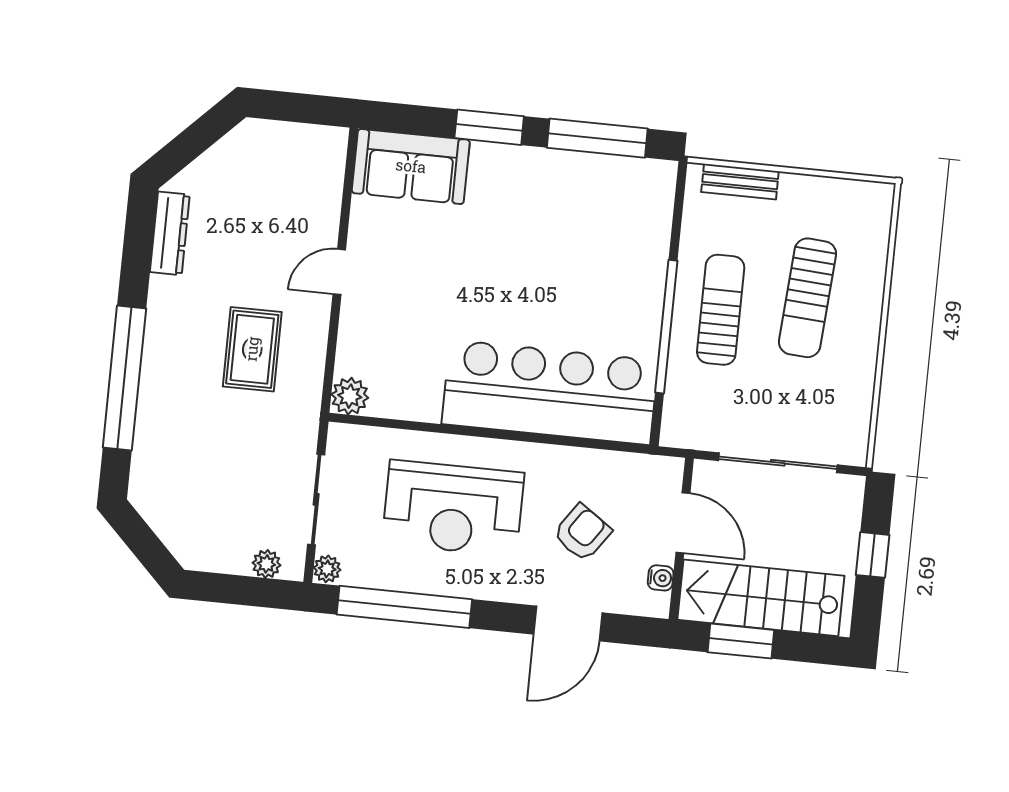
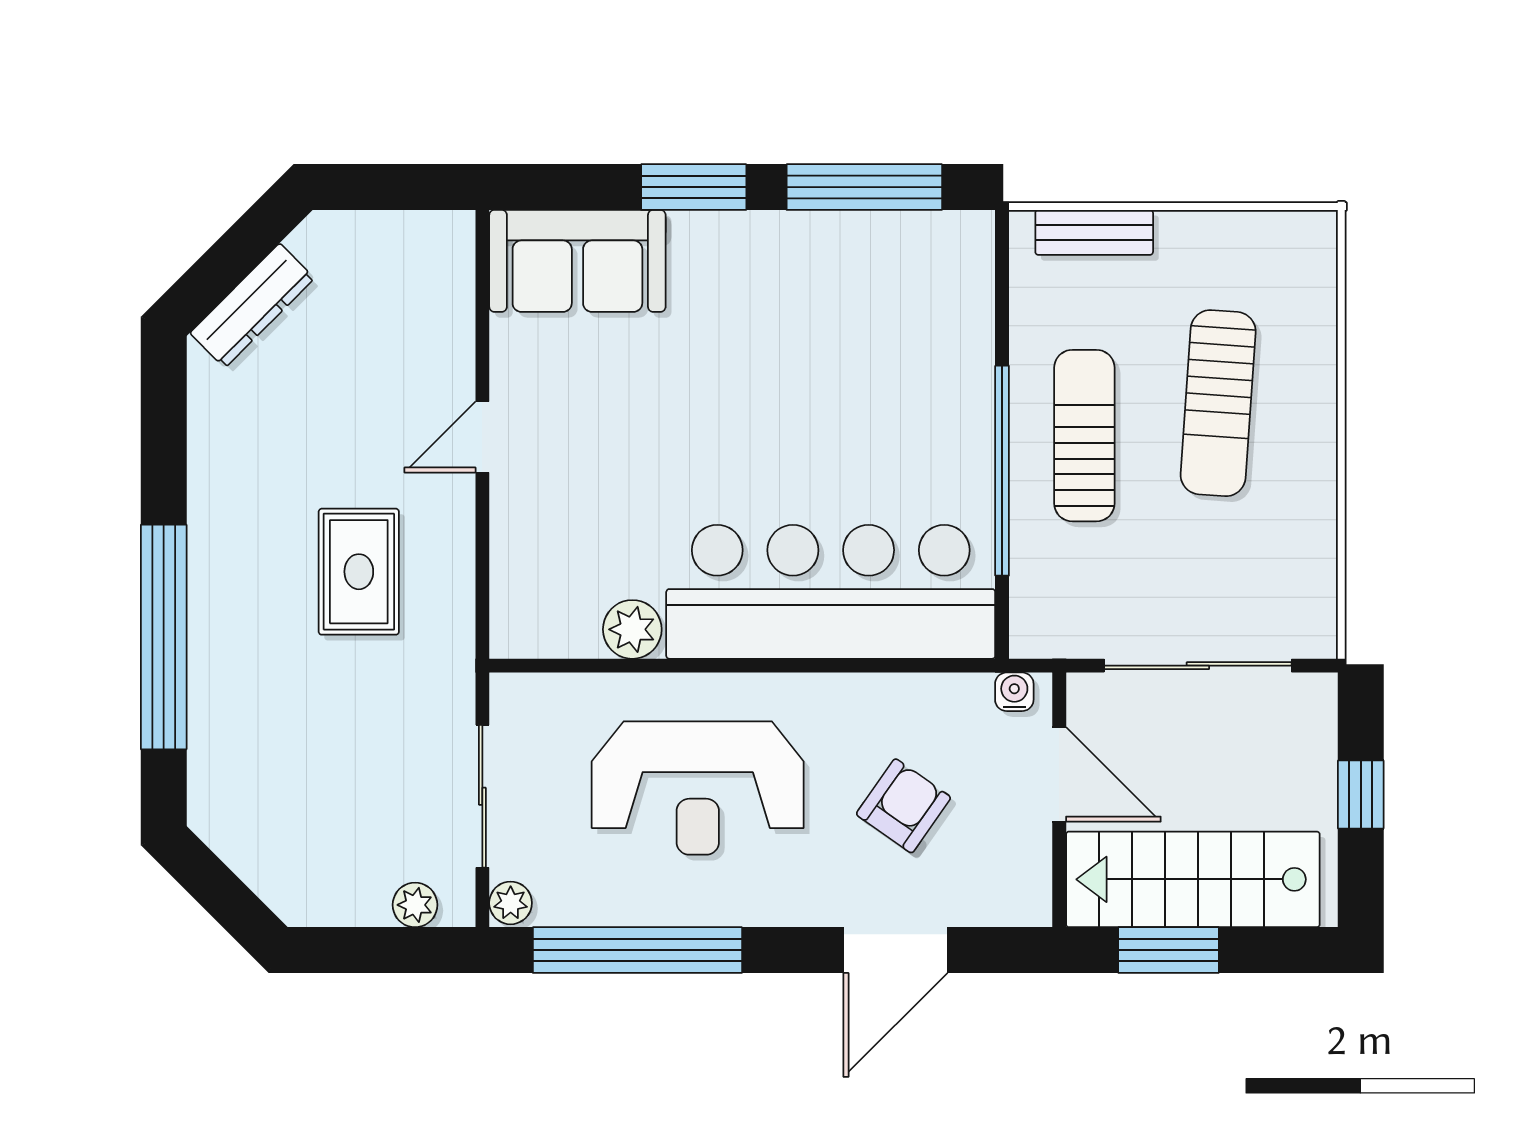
dresser: (170, 233) -> (252, 306), moved, turned 45
plant: (350, 396) -> (632, 629), moved
water cooler: (661, 578) -> (1014, 692), moved, turned -90

